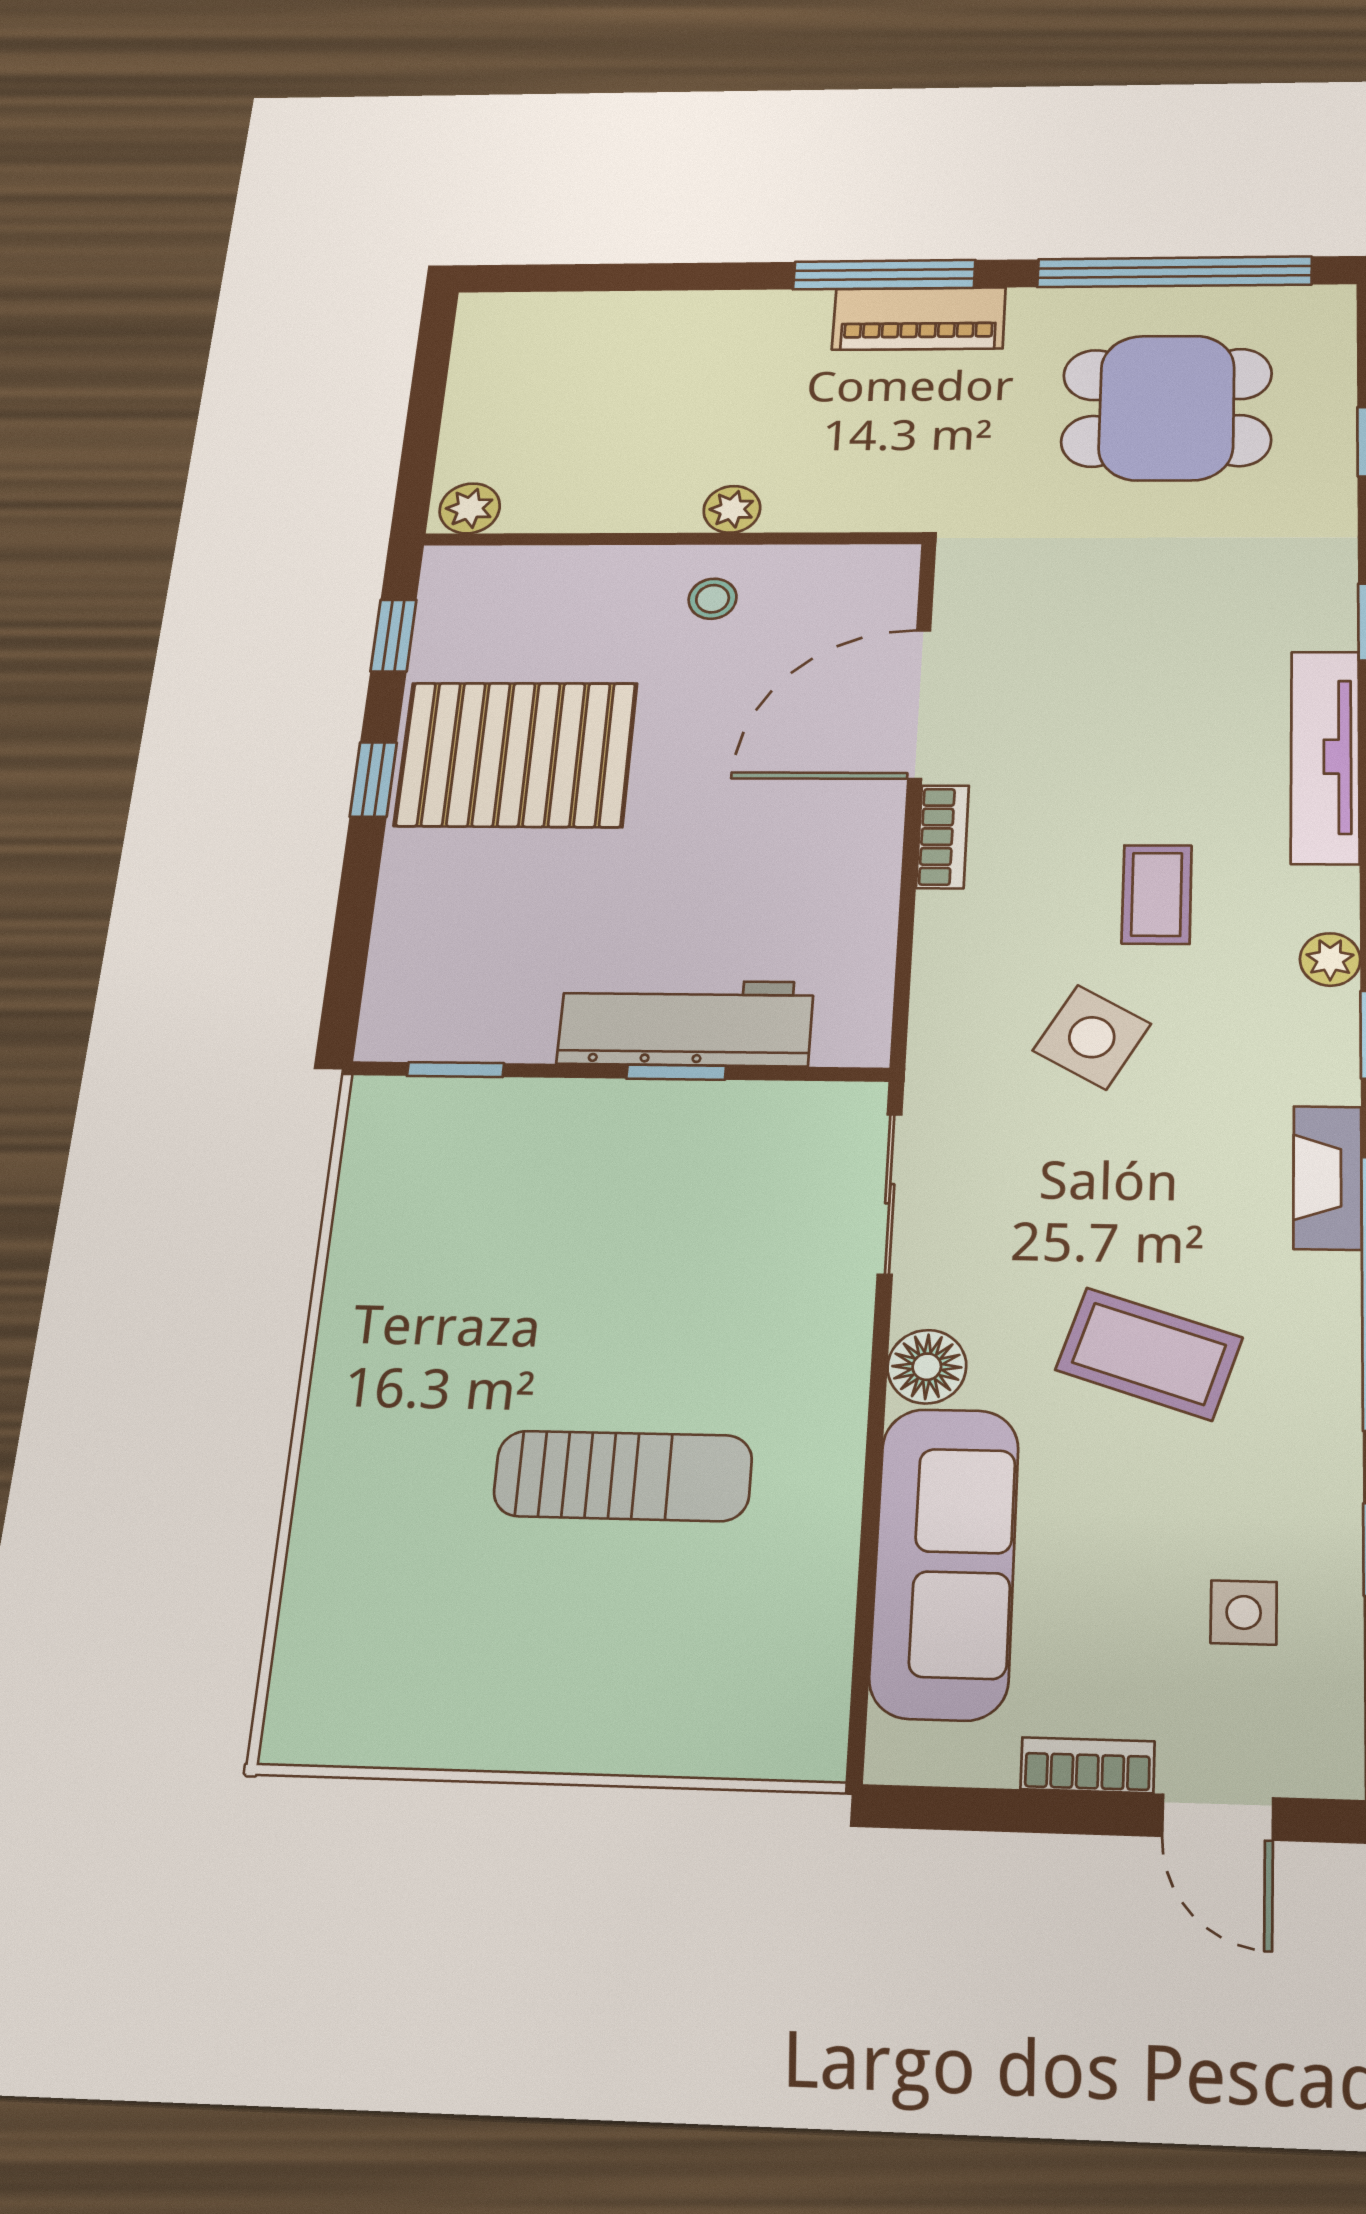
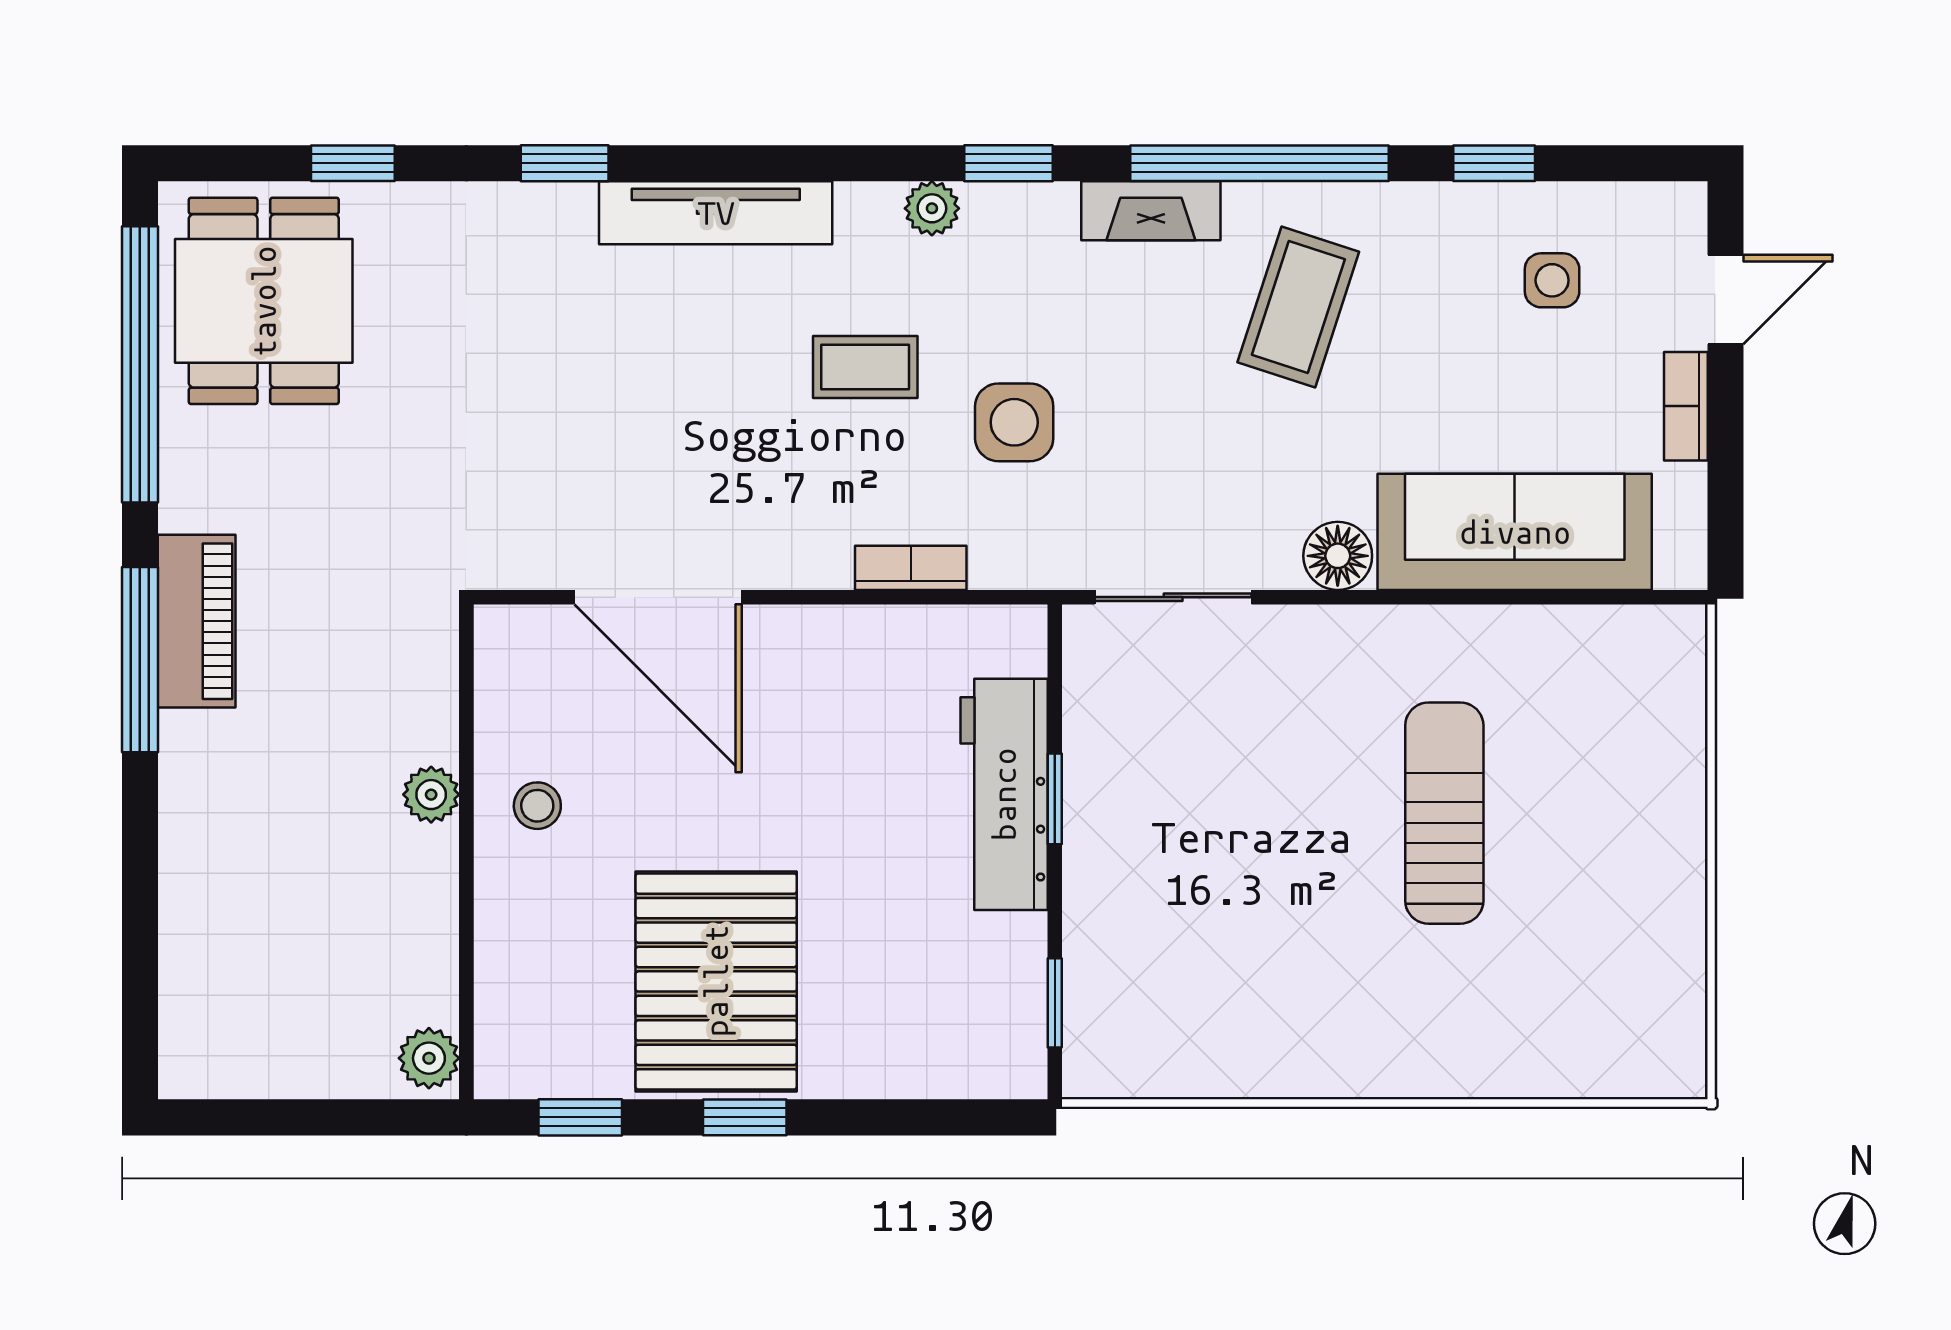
dining table: (1167, 408) -> (264, 301), moved
bookcase: (943, 837) -> (911, 568), moved
side table: (1092, 1037) -> (1014, 422), turned -30
coffee table: (1149, 1354) -> (1298, 307), moved

